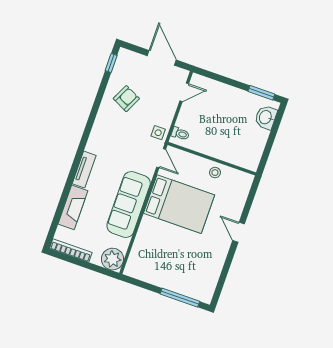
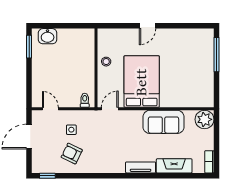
side table: (158, 133) -> (71, 130), moved
sofa: (129, 204) -> (163, 122), width x0.73
bookcase: (71, 250) -> (209, 162), width x0.64

